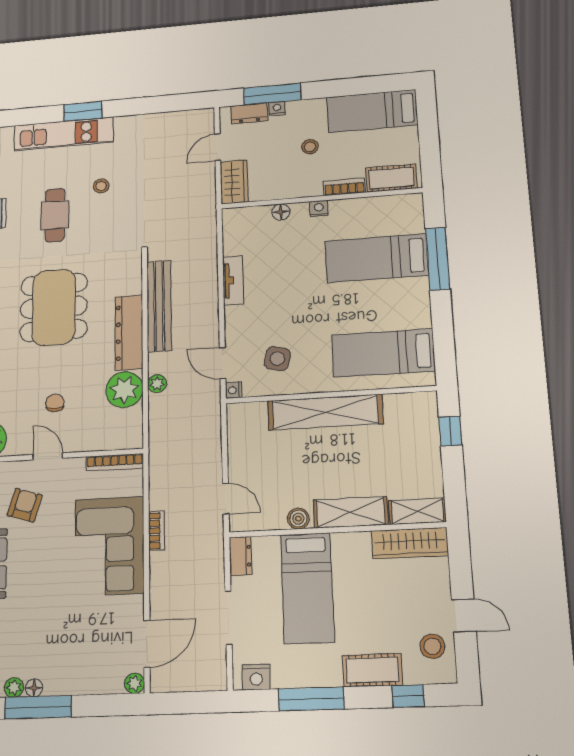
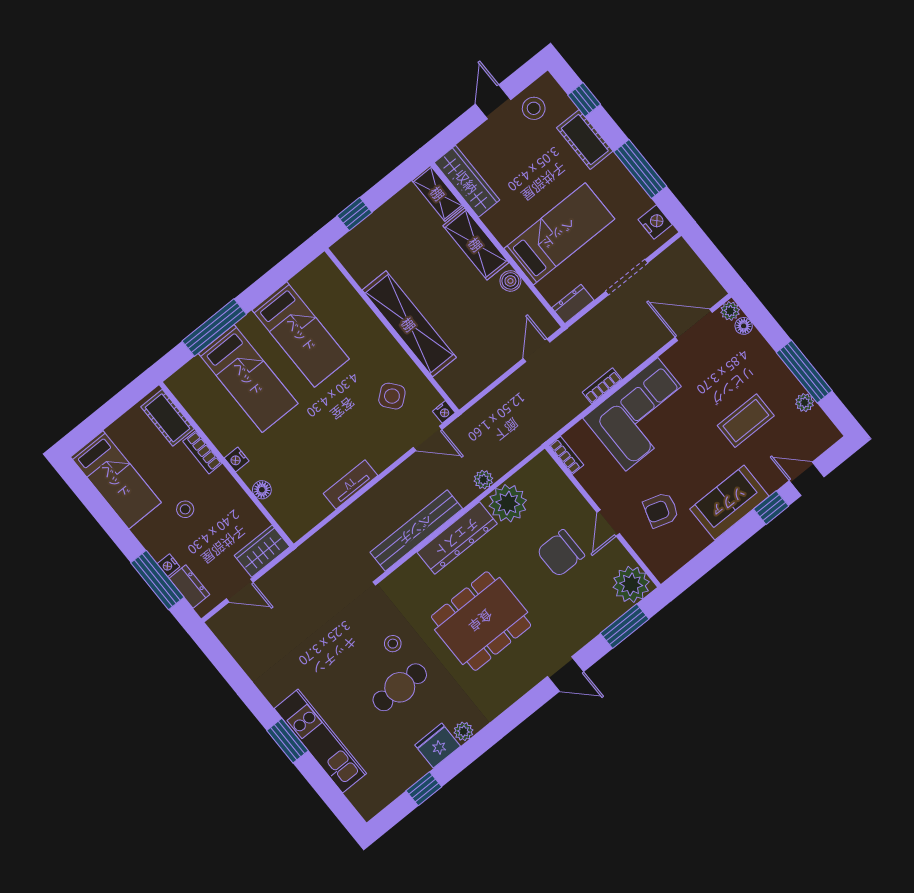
stool: (101, 186) -> (393, 644), moved
bed: (383, 353) -> (301, 334), moved
side table: (277, 359) -> (392, 396), turned 38
door: (223, 363) -> (428, 438), hinge flipped
chair: (55, 403) -> (561, 553), width x1.87, depth x1.87
bookcase: (115, 462) -> (566, 455), width x0.64
coffee table: (38, 627) -> (746, 421), added
floor lamp: (34, 688) -> (744, 326), moved

